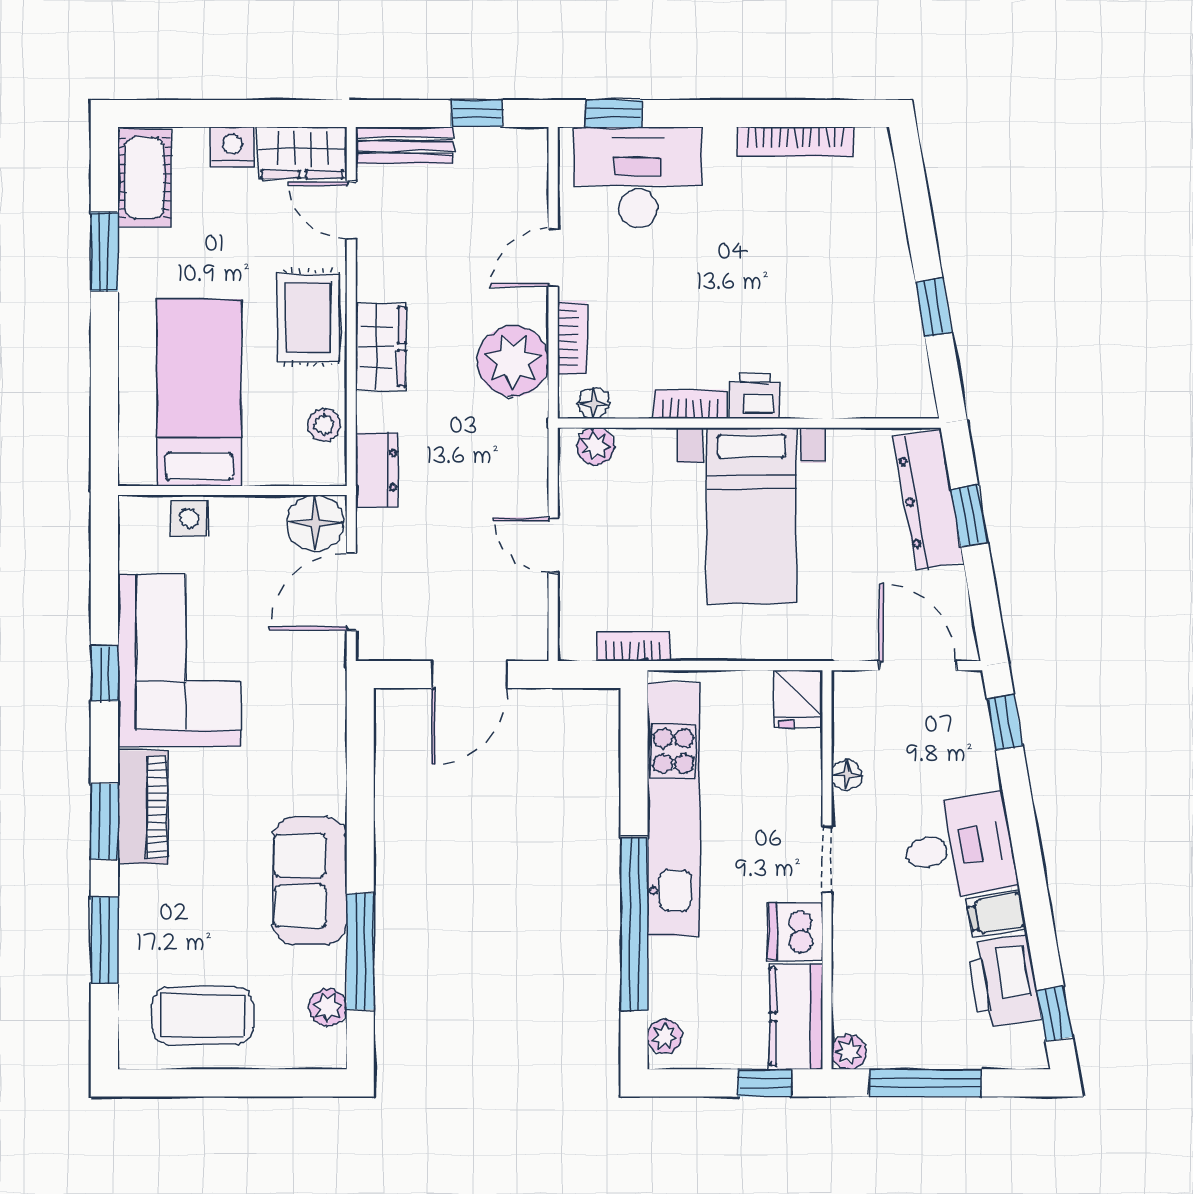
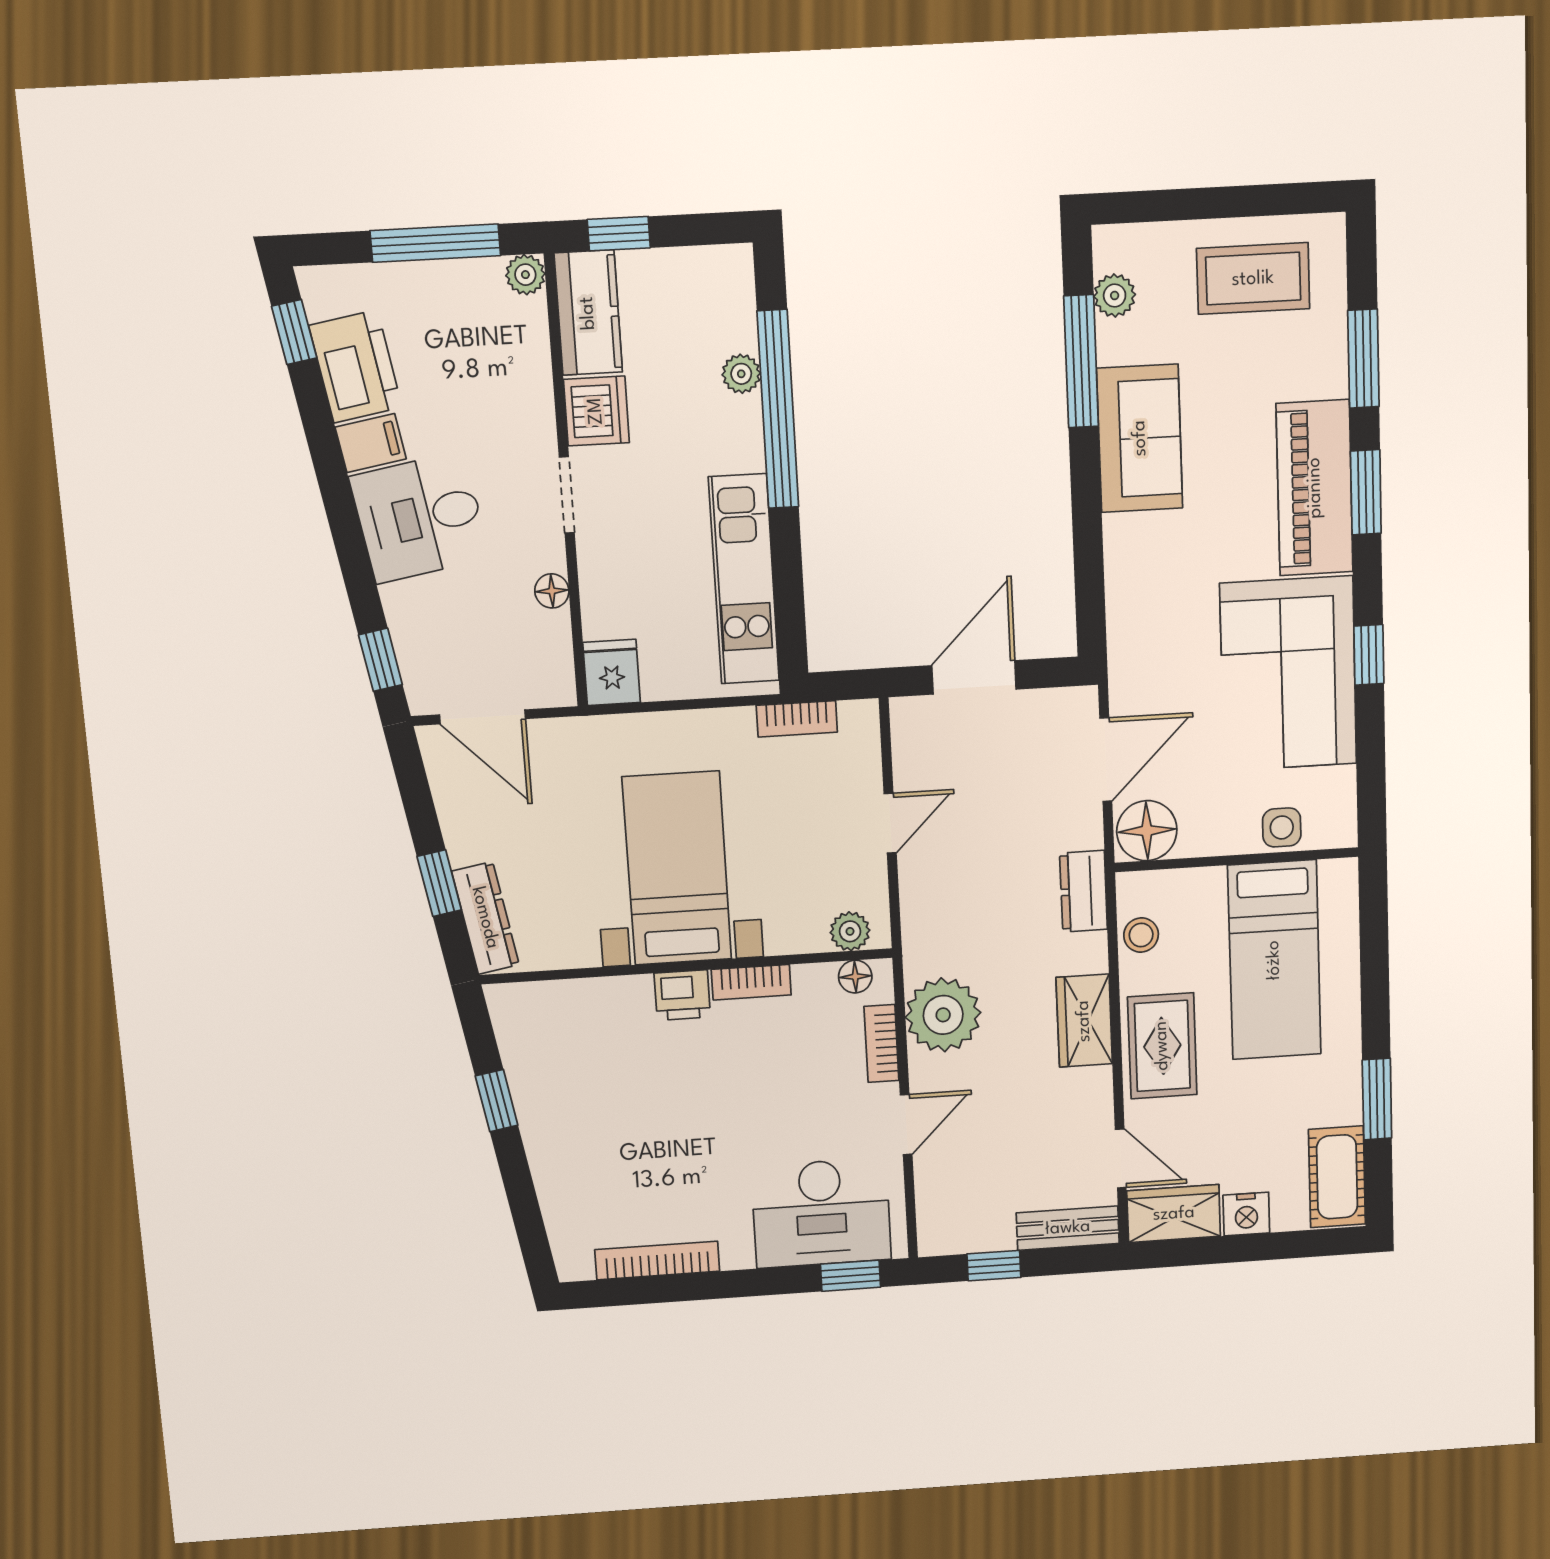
dresser: (928, 499) -> (485, 918), width x0.73, depth x0.80
door: (553, 545) -> (890, 823), hinge flipped
piano: (143, 807) -> (1315, 488), width x1.37, depth x1.33
kitchen unit: (674, 809) -> (744, 579), width x0.73
plant: (665, 1036) -> (741, 374), moved

